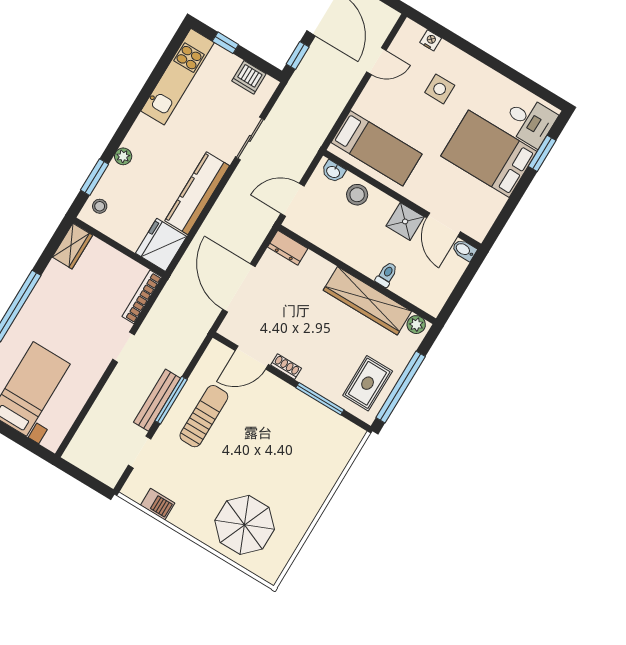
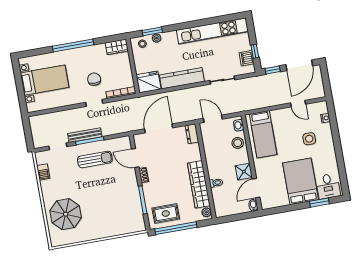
window: (225, 43) -> (255, 51), moved
kitchen unit: (178, 77) -> (212, 31), width x1.36
plant: (123, 156) -> (157, 38), moved
chair: (90, 318) -> (94, 79), added

